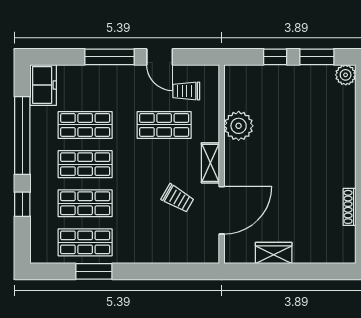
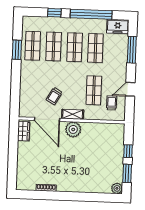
window: (110, 57) -> (132, 50), moved
plant: (239, 126) -> (73, 129), moved
wardrobe: (274, 253) -> (24, 131), moved

